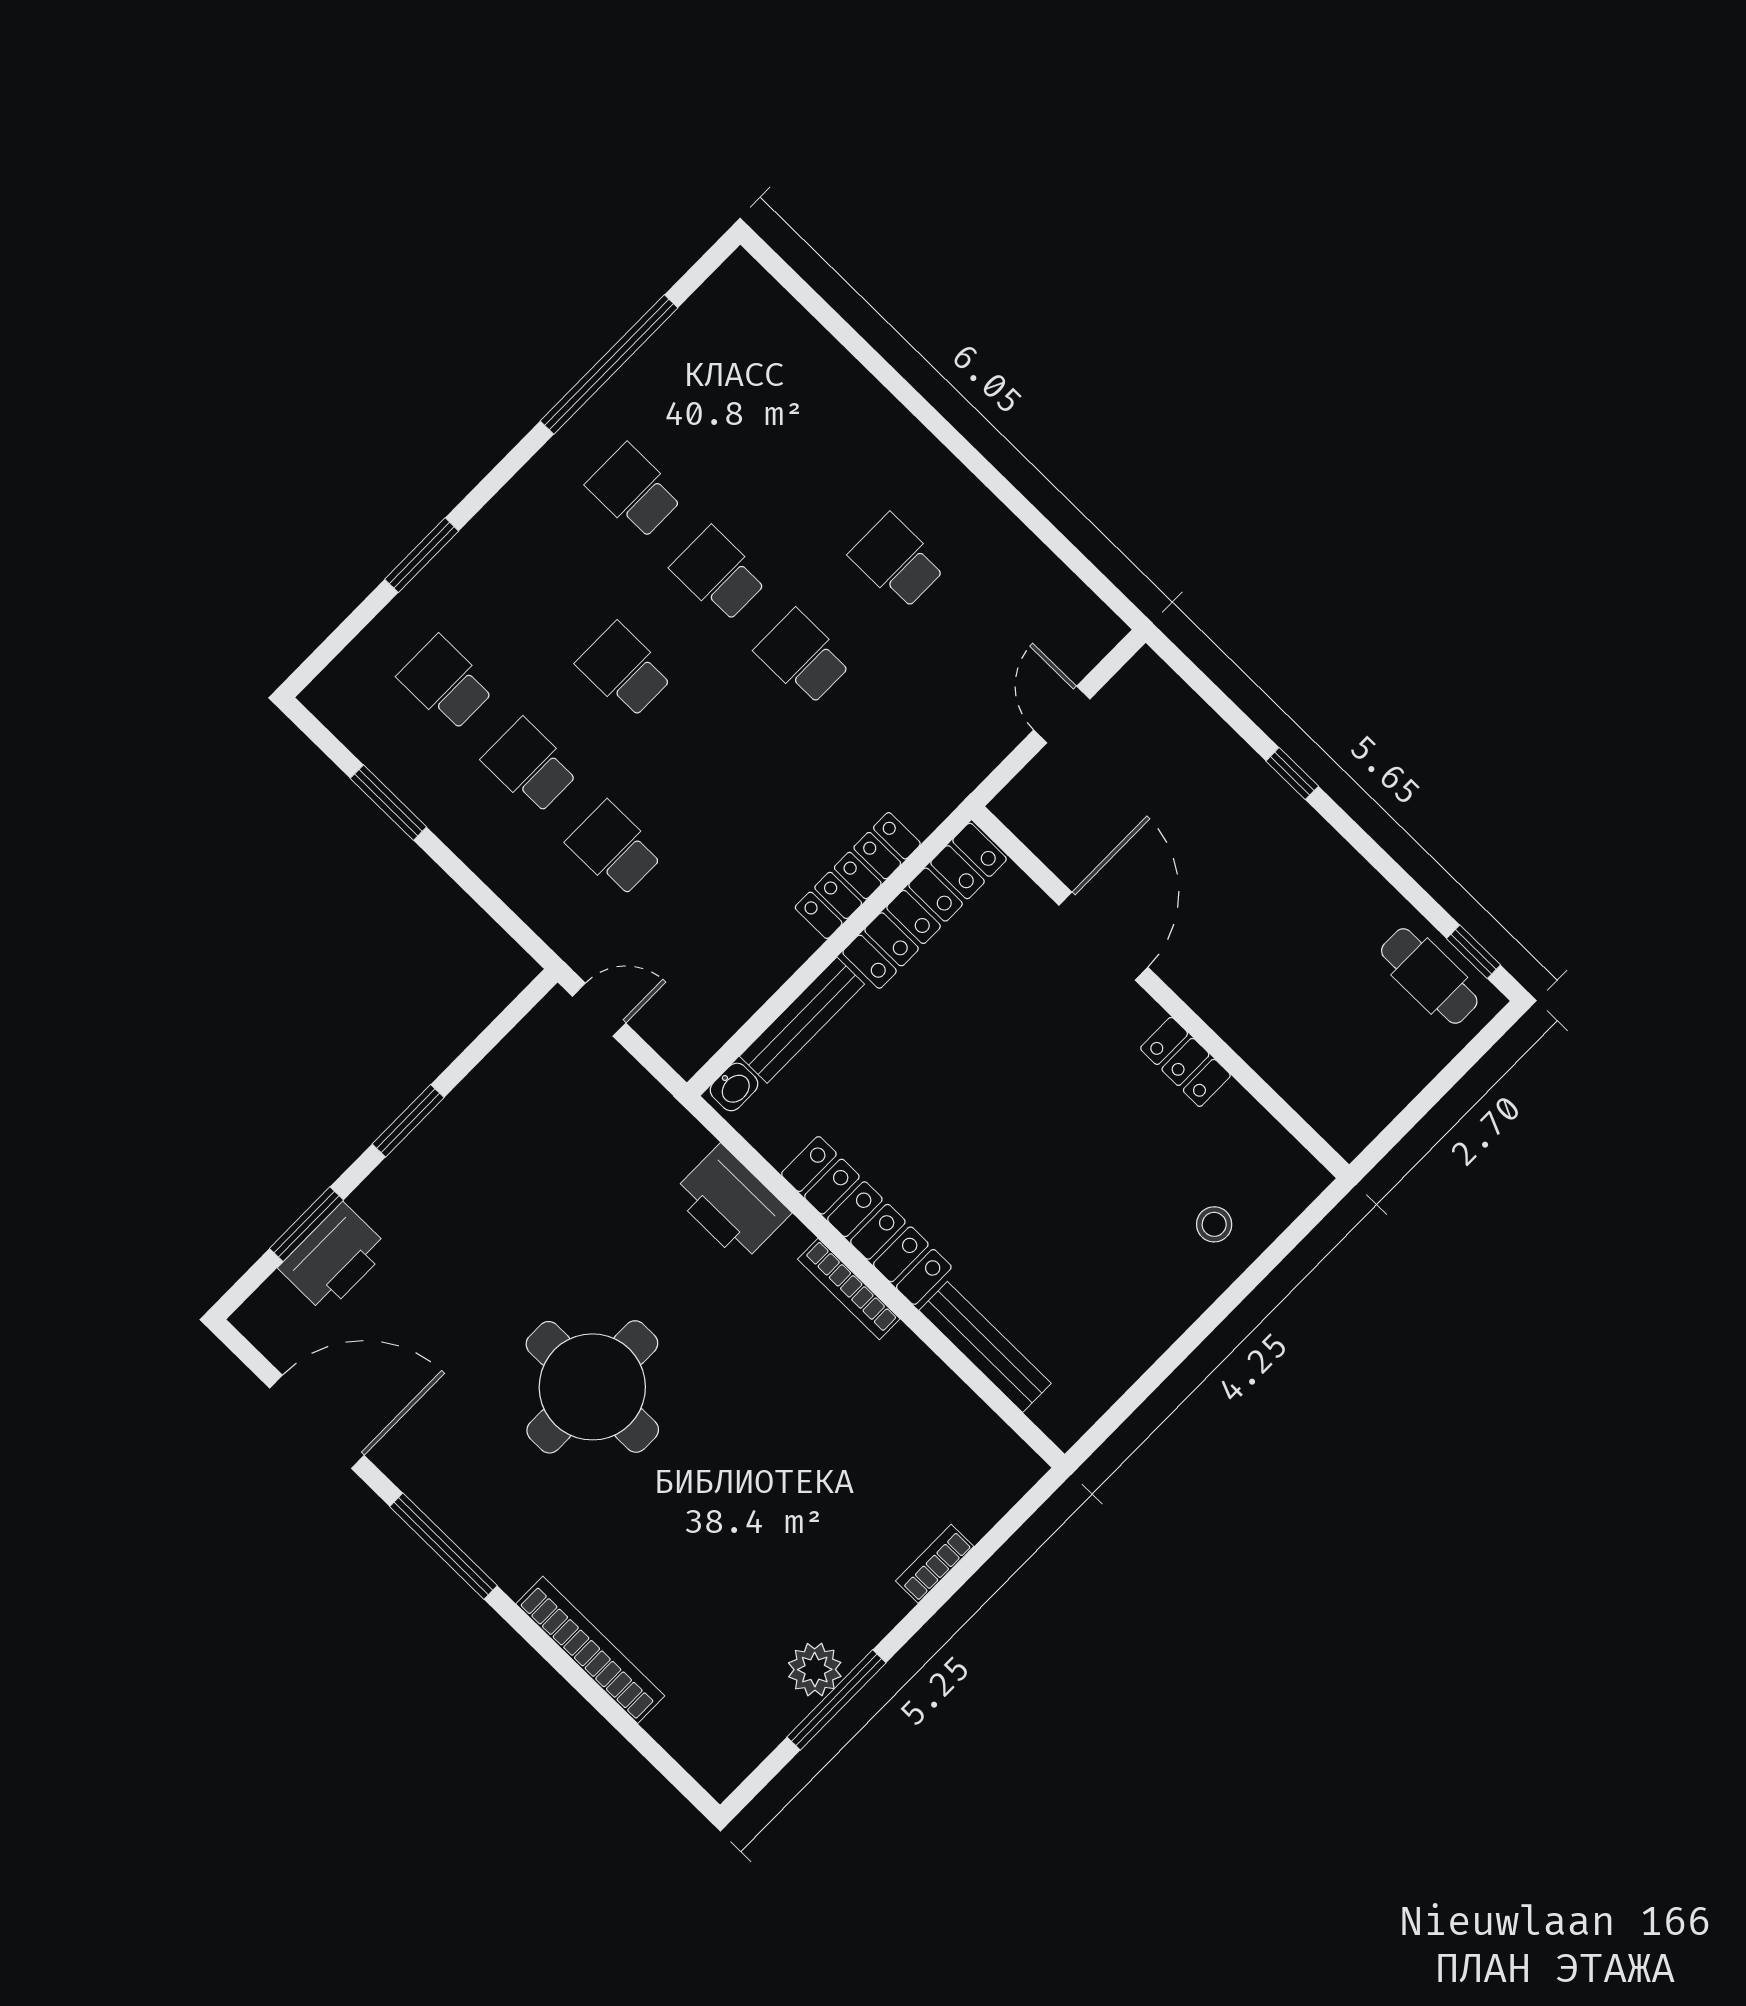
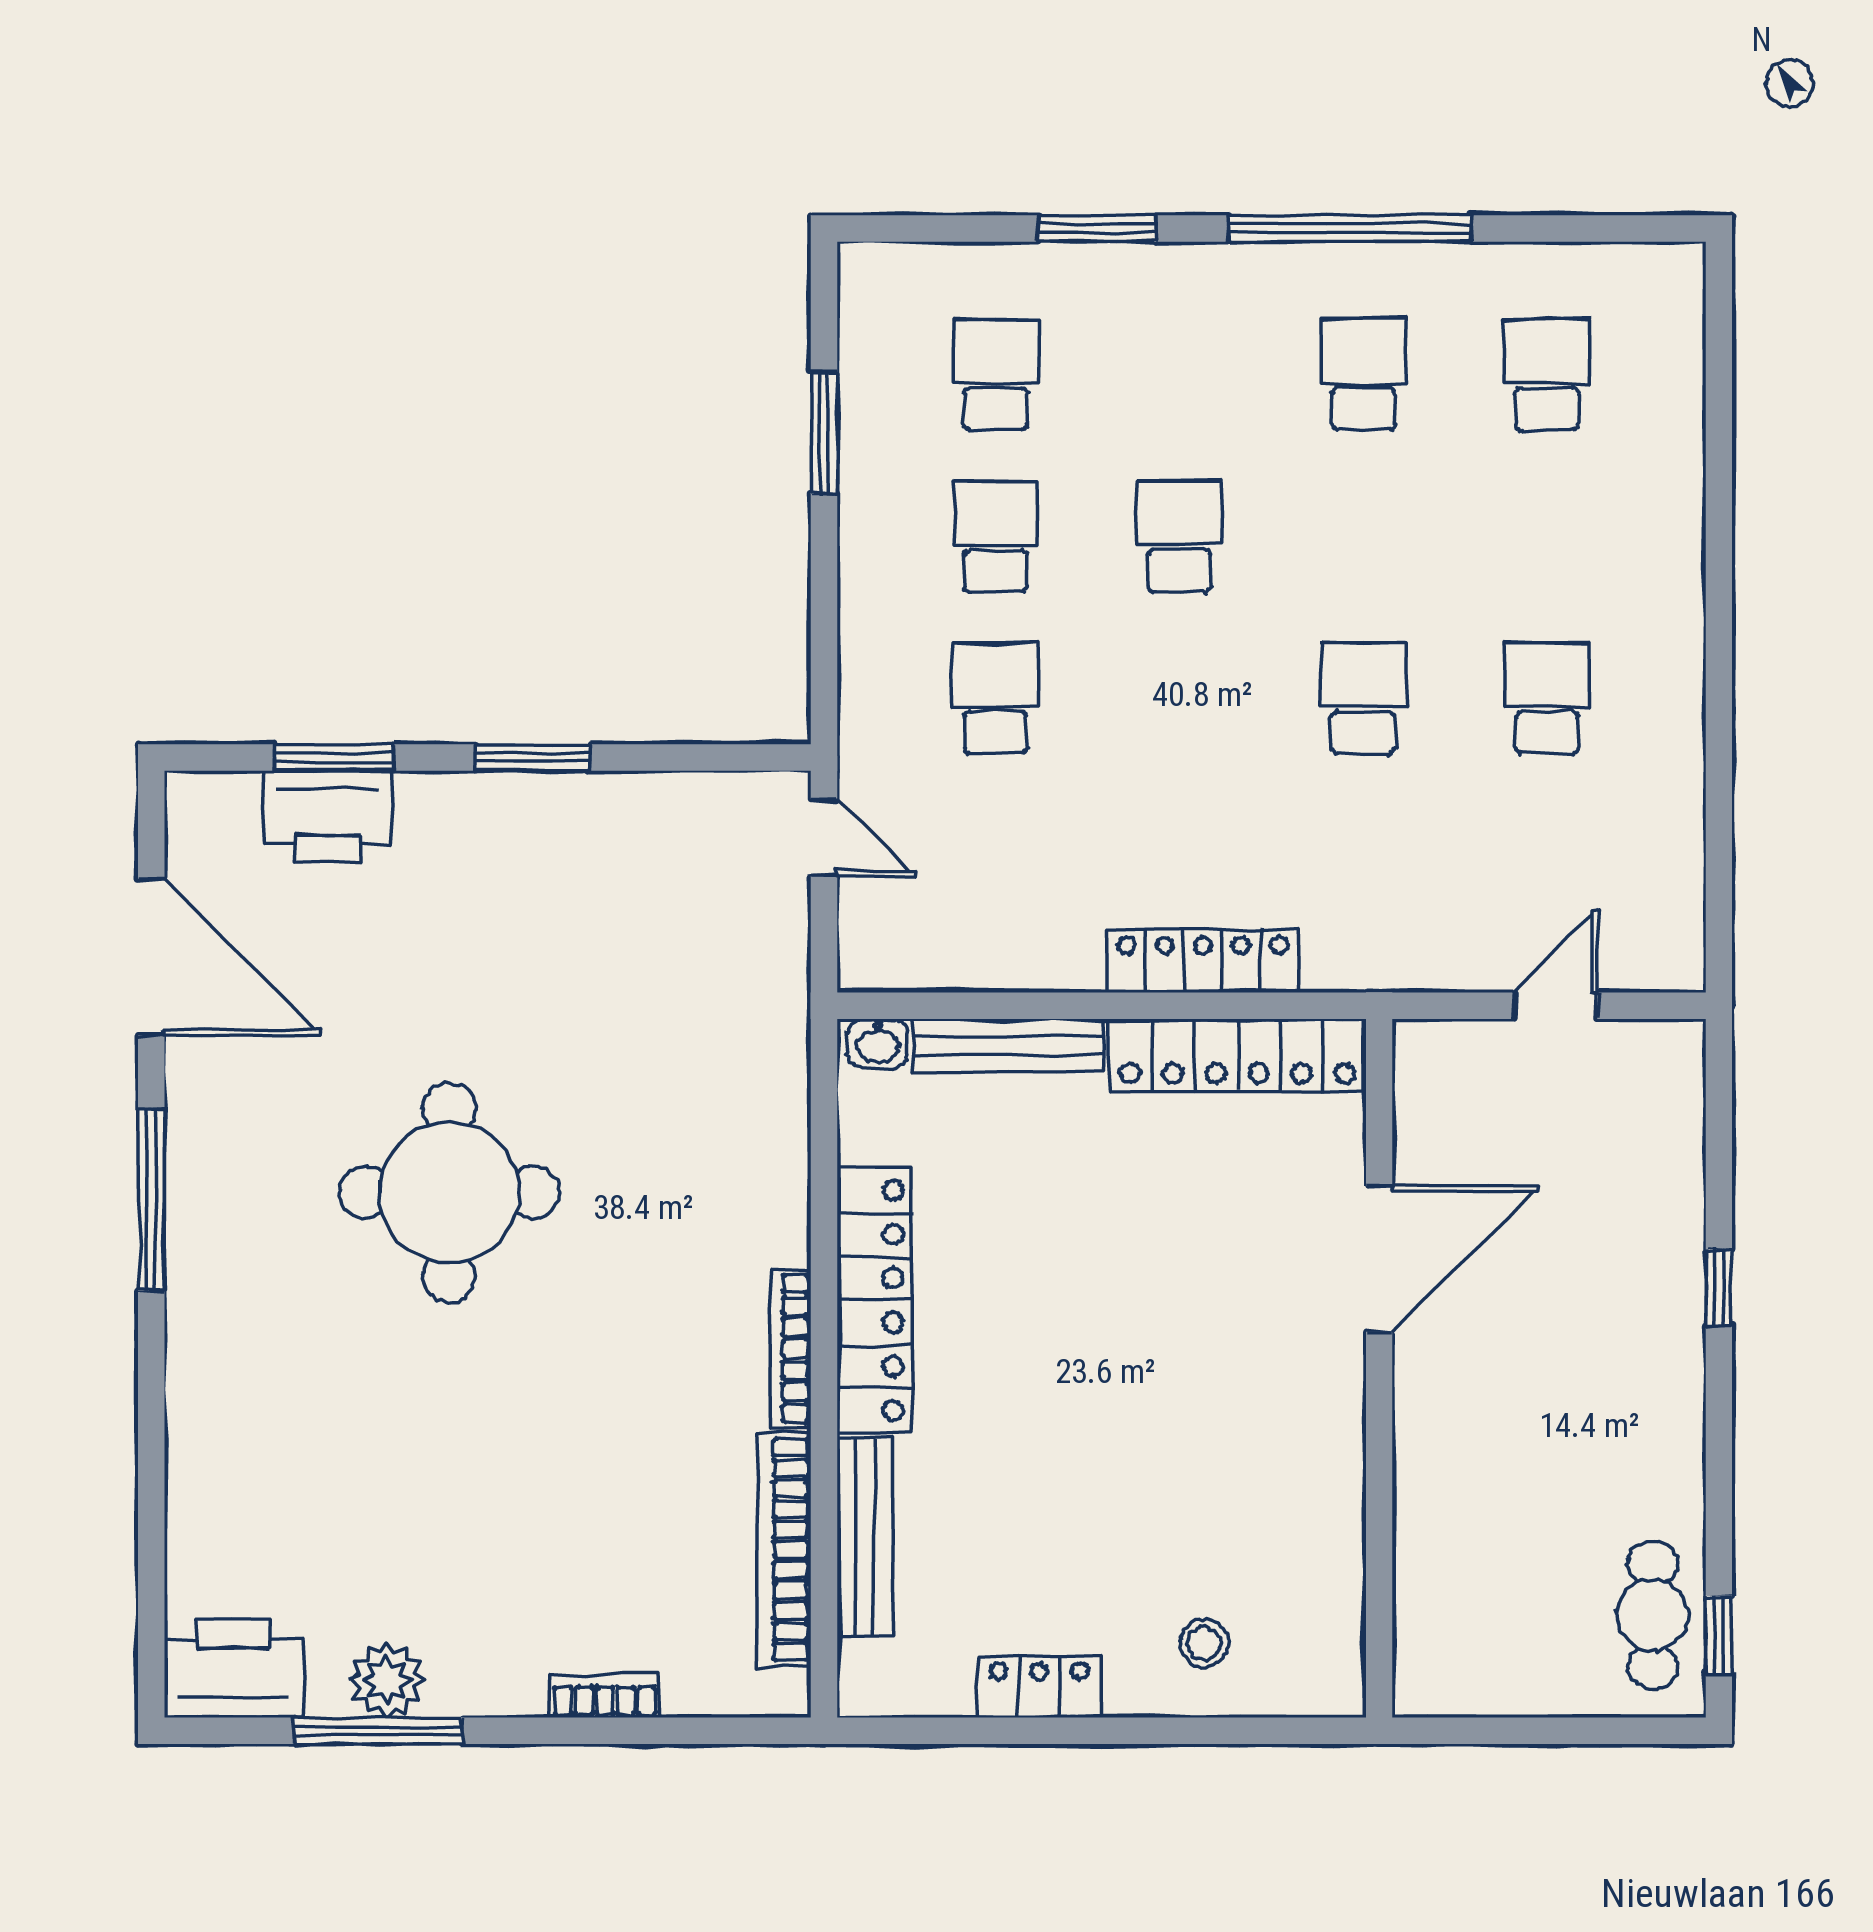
window: (609, 364) -> (1350, 228), moved
school desk: (719, 574) -> (1547, 375), moved
locker: (1185, 1062) -> (1039, 1687), moved, turned 90
printer: (731, 1203) -> (233, 1668), moved, turned 90
bookcase: (590, 1650) -> (784, 1550), moved, turned 180

